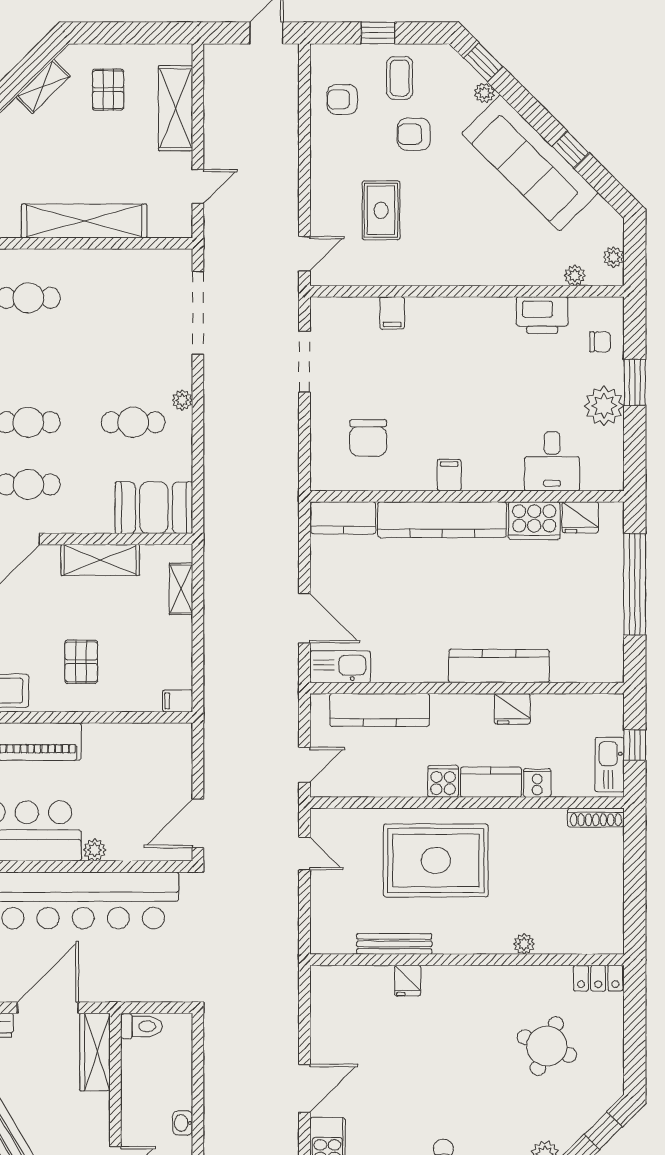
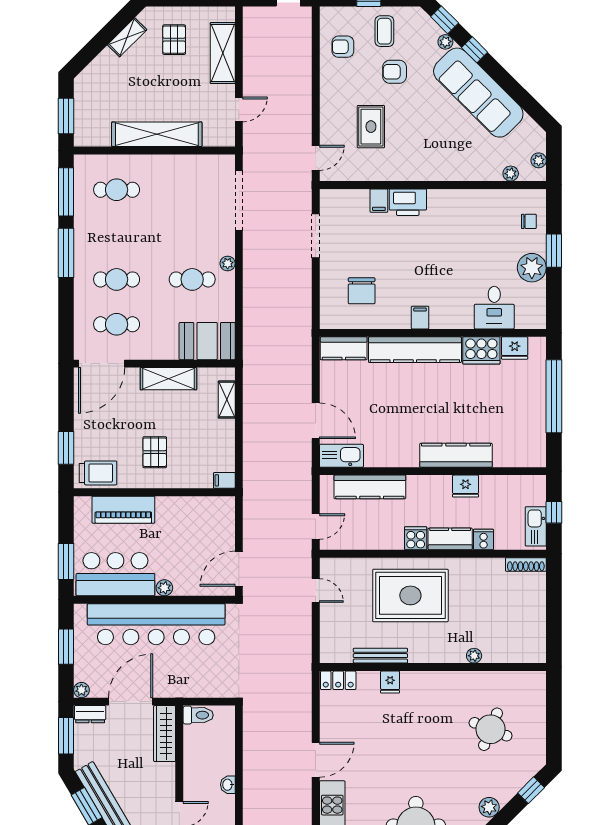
window: (570, 150) -> (475, 50), moved
printer: (542, 315) -> (408, 202), moved
locker: (598, 978) -> (338, 680), moved

